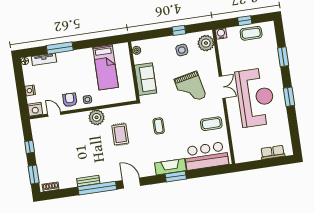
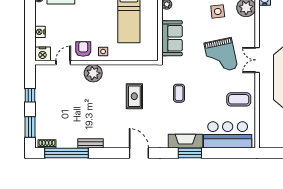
double door: (222, 87) -> (257, 60), swing flipped
door: (54, 114) -> (63, 63), hinge flipped
plant: (97, 117) -> (93, 73), moved
window: (97, 188) -> (66, 153), moved

